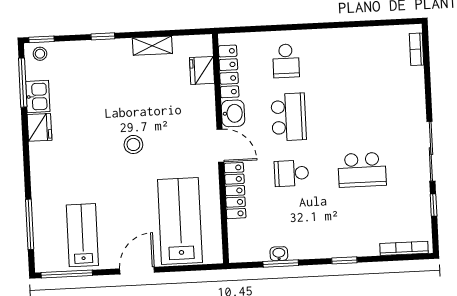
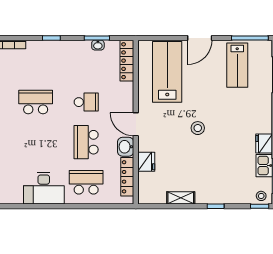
desk: (345, 50) -> (44, 188), added
school desk: (286, 61) -> (86, 182), width x1.85
fridge: (202, 70) -> (146, 162), moved
locker: (235, 191) -> (127, 61), moved
lab bench: (180, 221) -> (167, 72), turned 180

